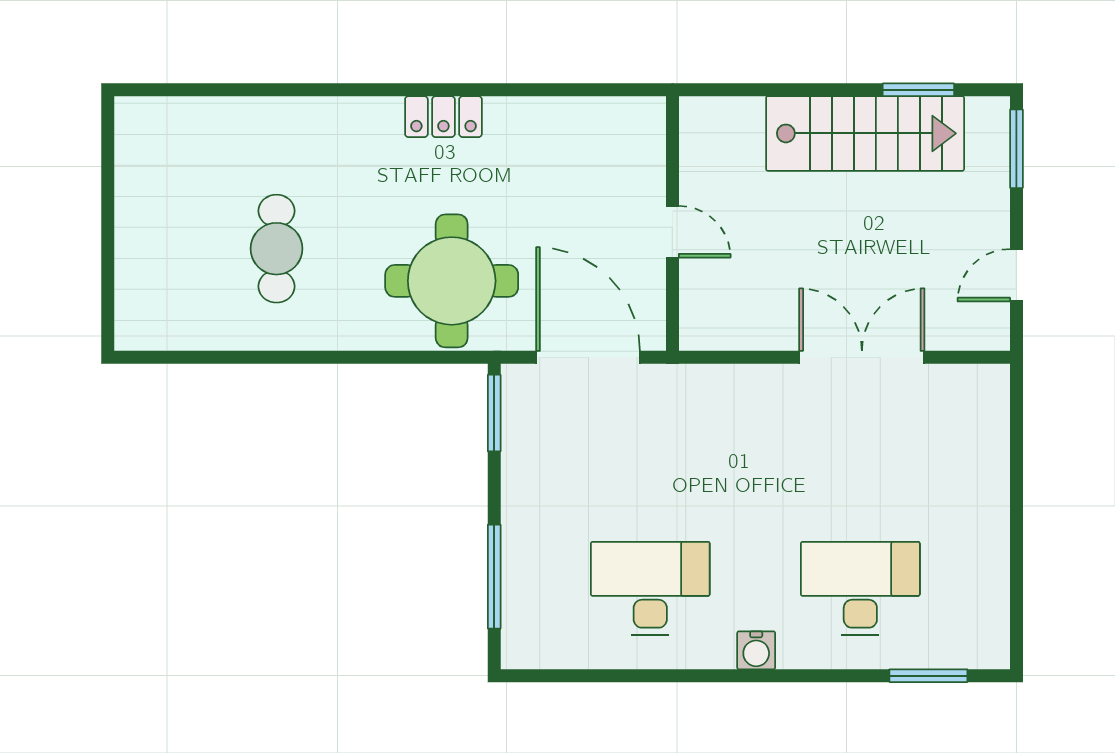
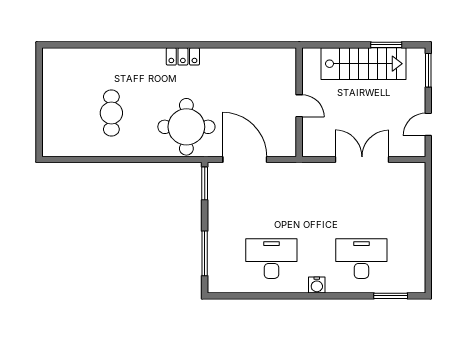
wall: (672, 224) -> (299, 102), moved
door: (672, 232) -> (299, 106), moved

